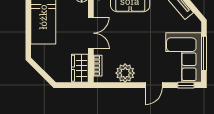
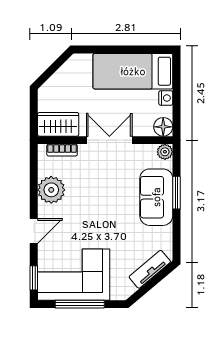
double door: (91, 33) -> (109, 140), swing flipped
door: (154, 85) -> (34, 231), swing flipped

